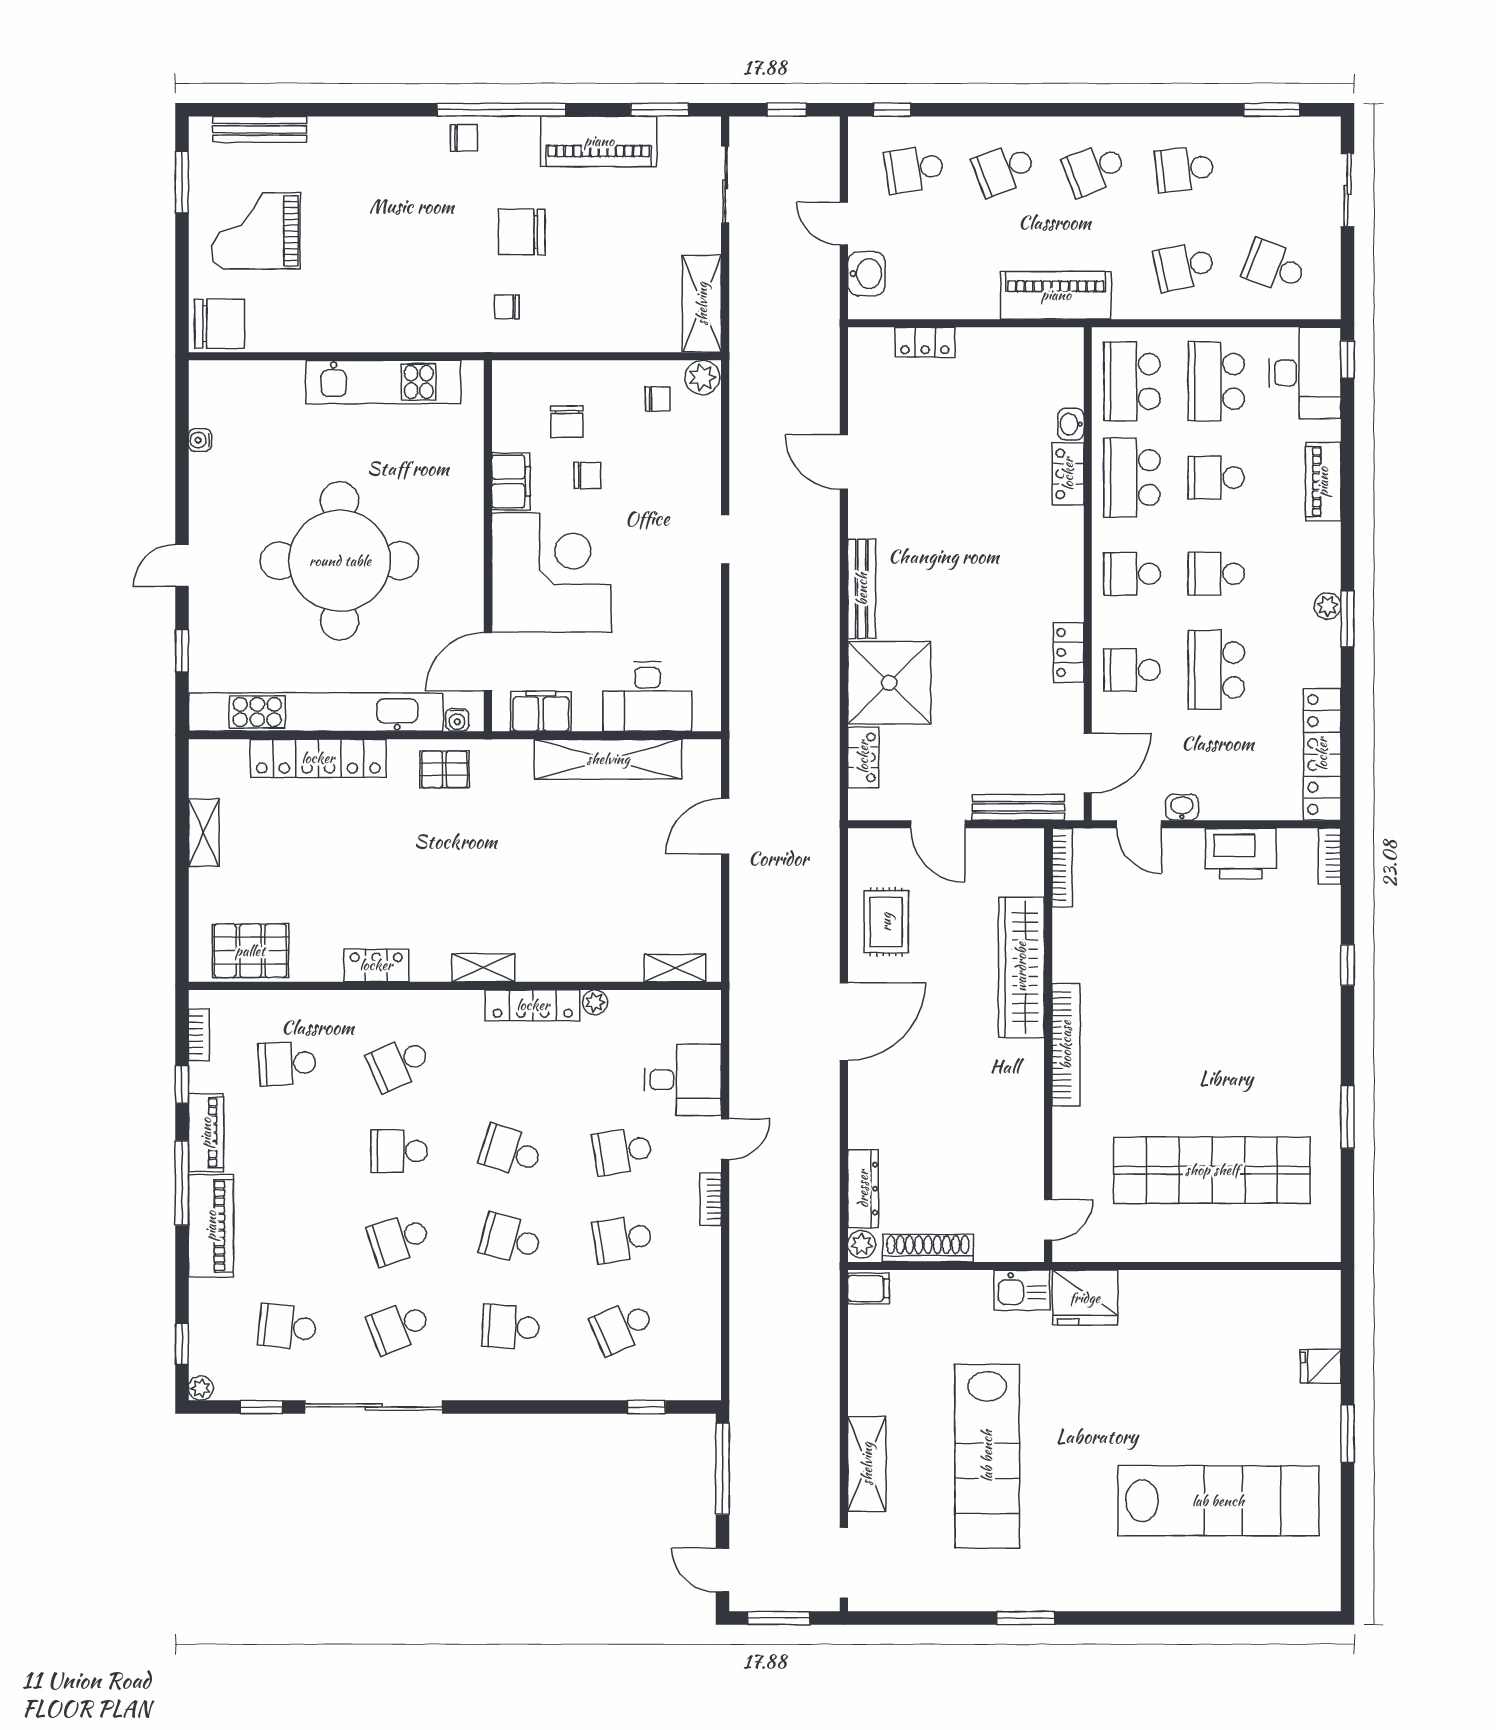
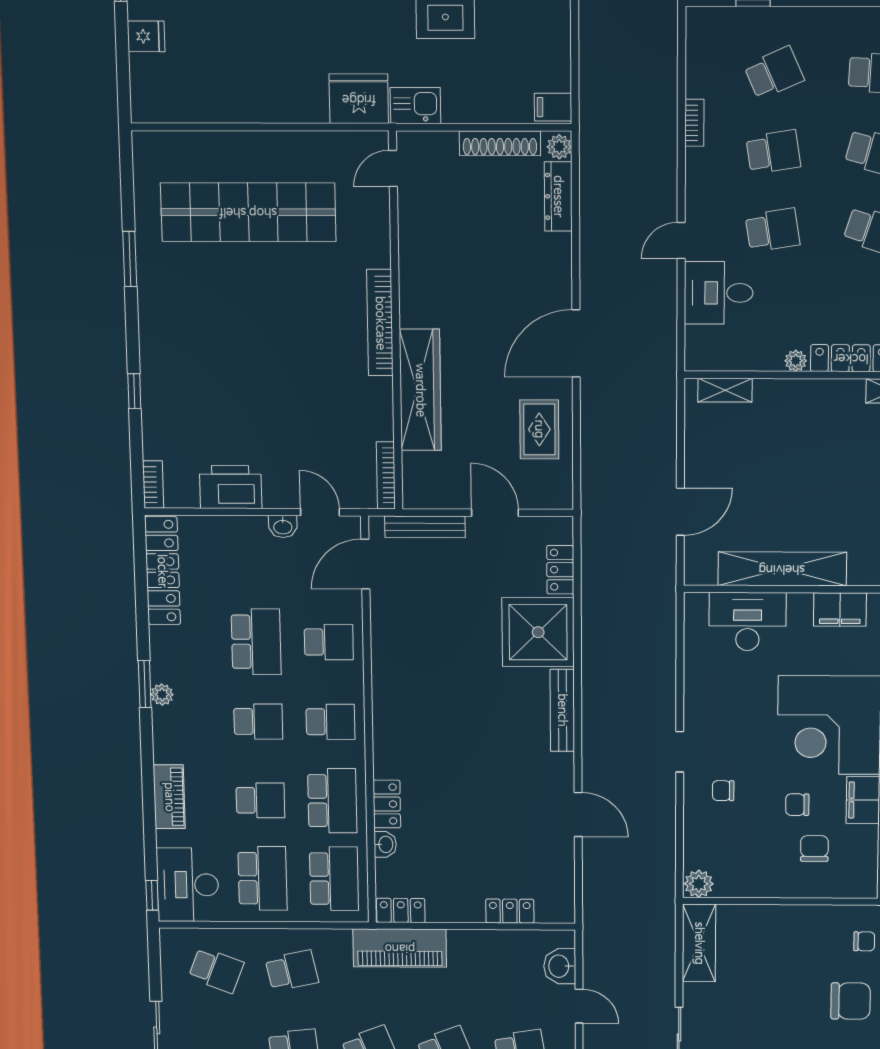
chair: (658, 399) -> (723, 791), moved
locker: (1069, 652) -> (401, 910), moved, turned -90
bookcase: (711, 1199) -> (694, 123), moved

